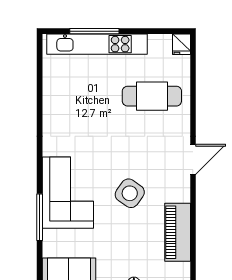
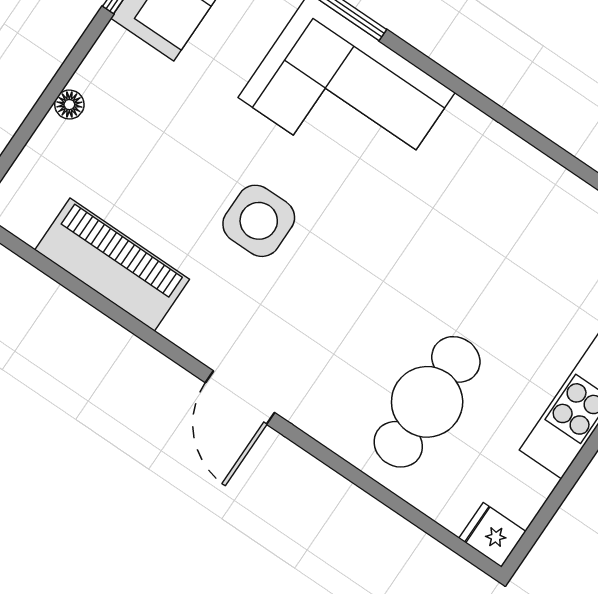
side table: (130, 193) -> (259, 221), turned -35

